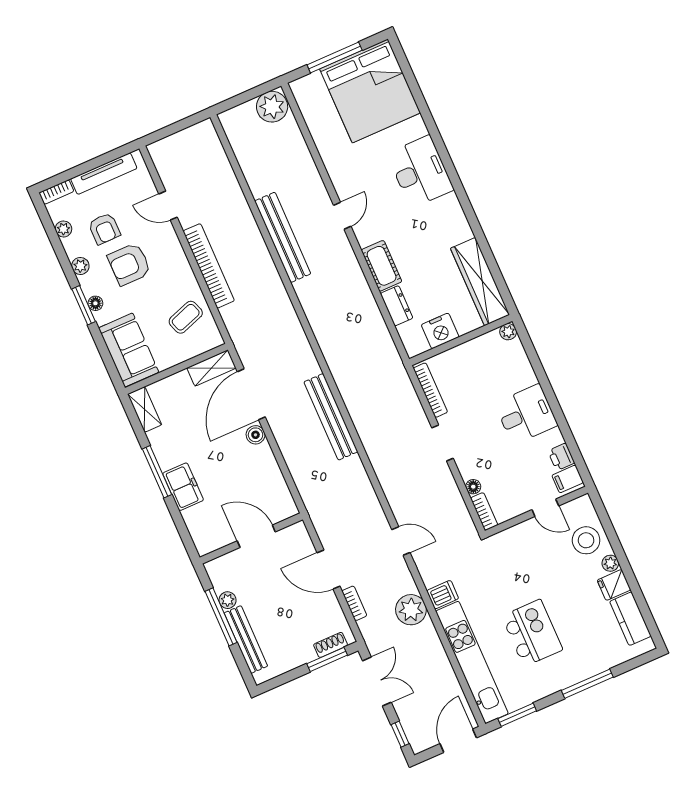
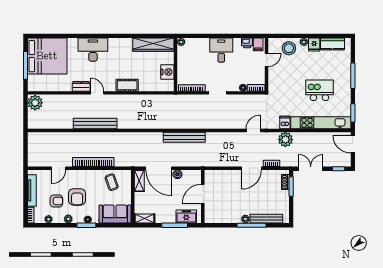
dresser: (397, 306) -> (81, 86), moved
door: (256, 536) -> (203, 194), moved
wall: (251, 539) -> (203, 196), moved

